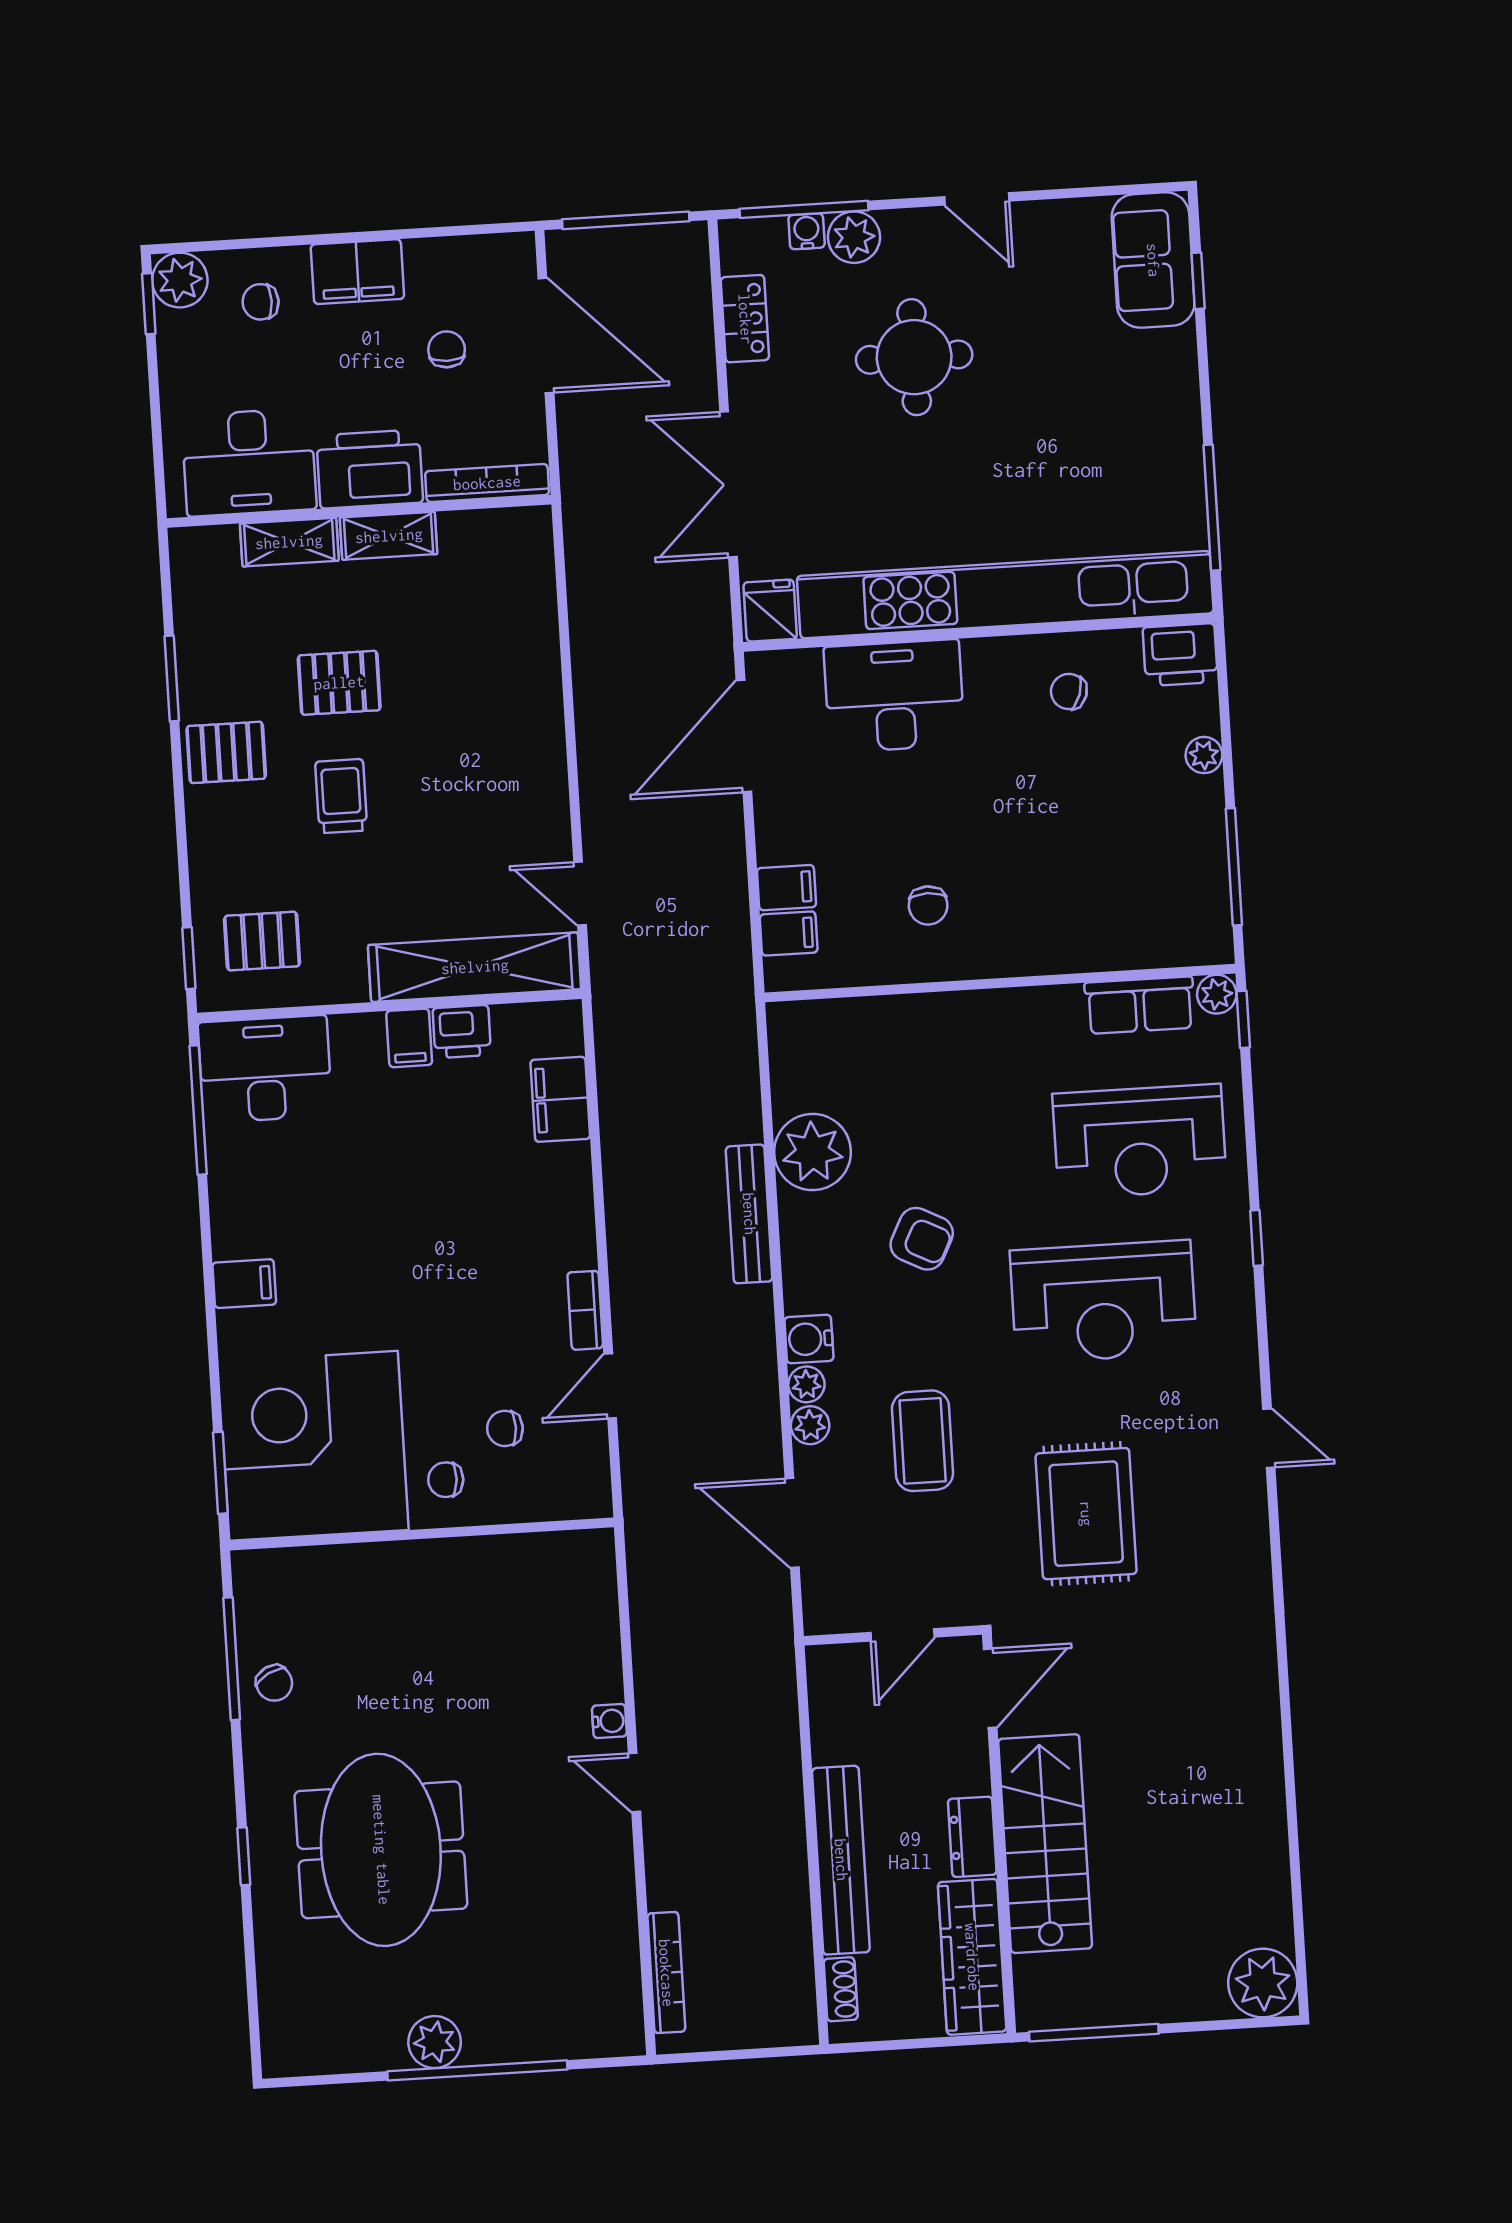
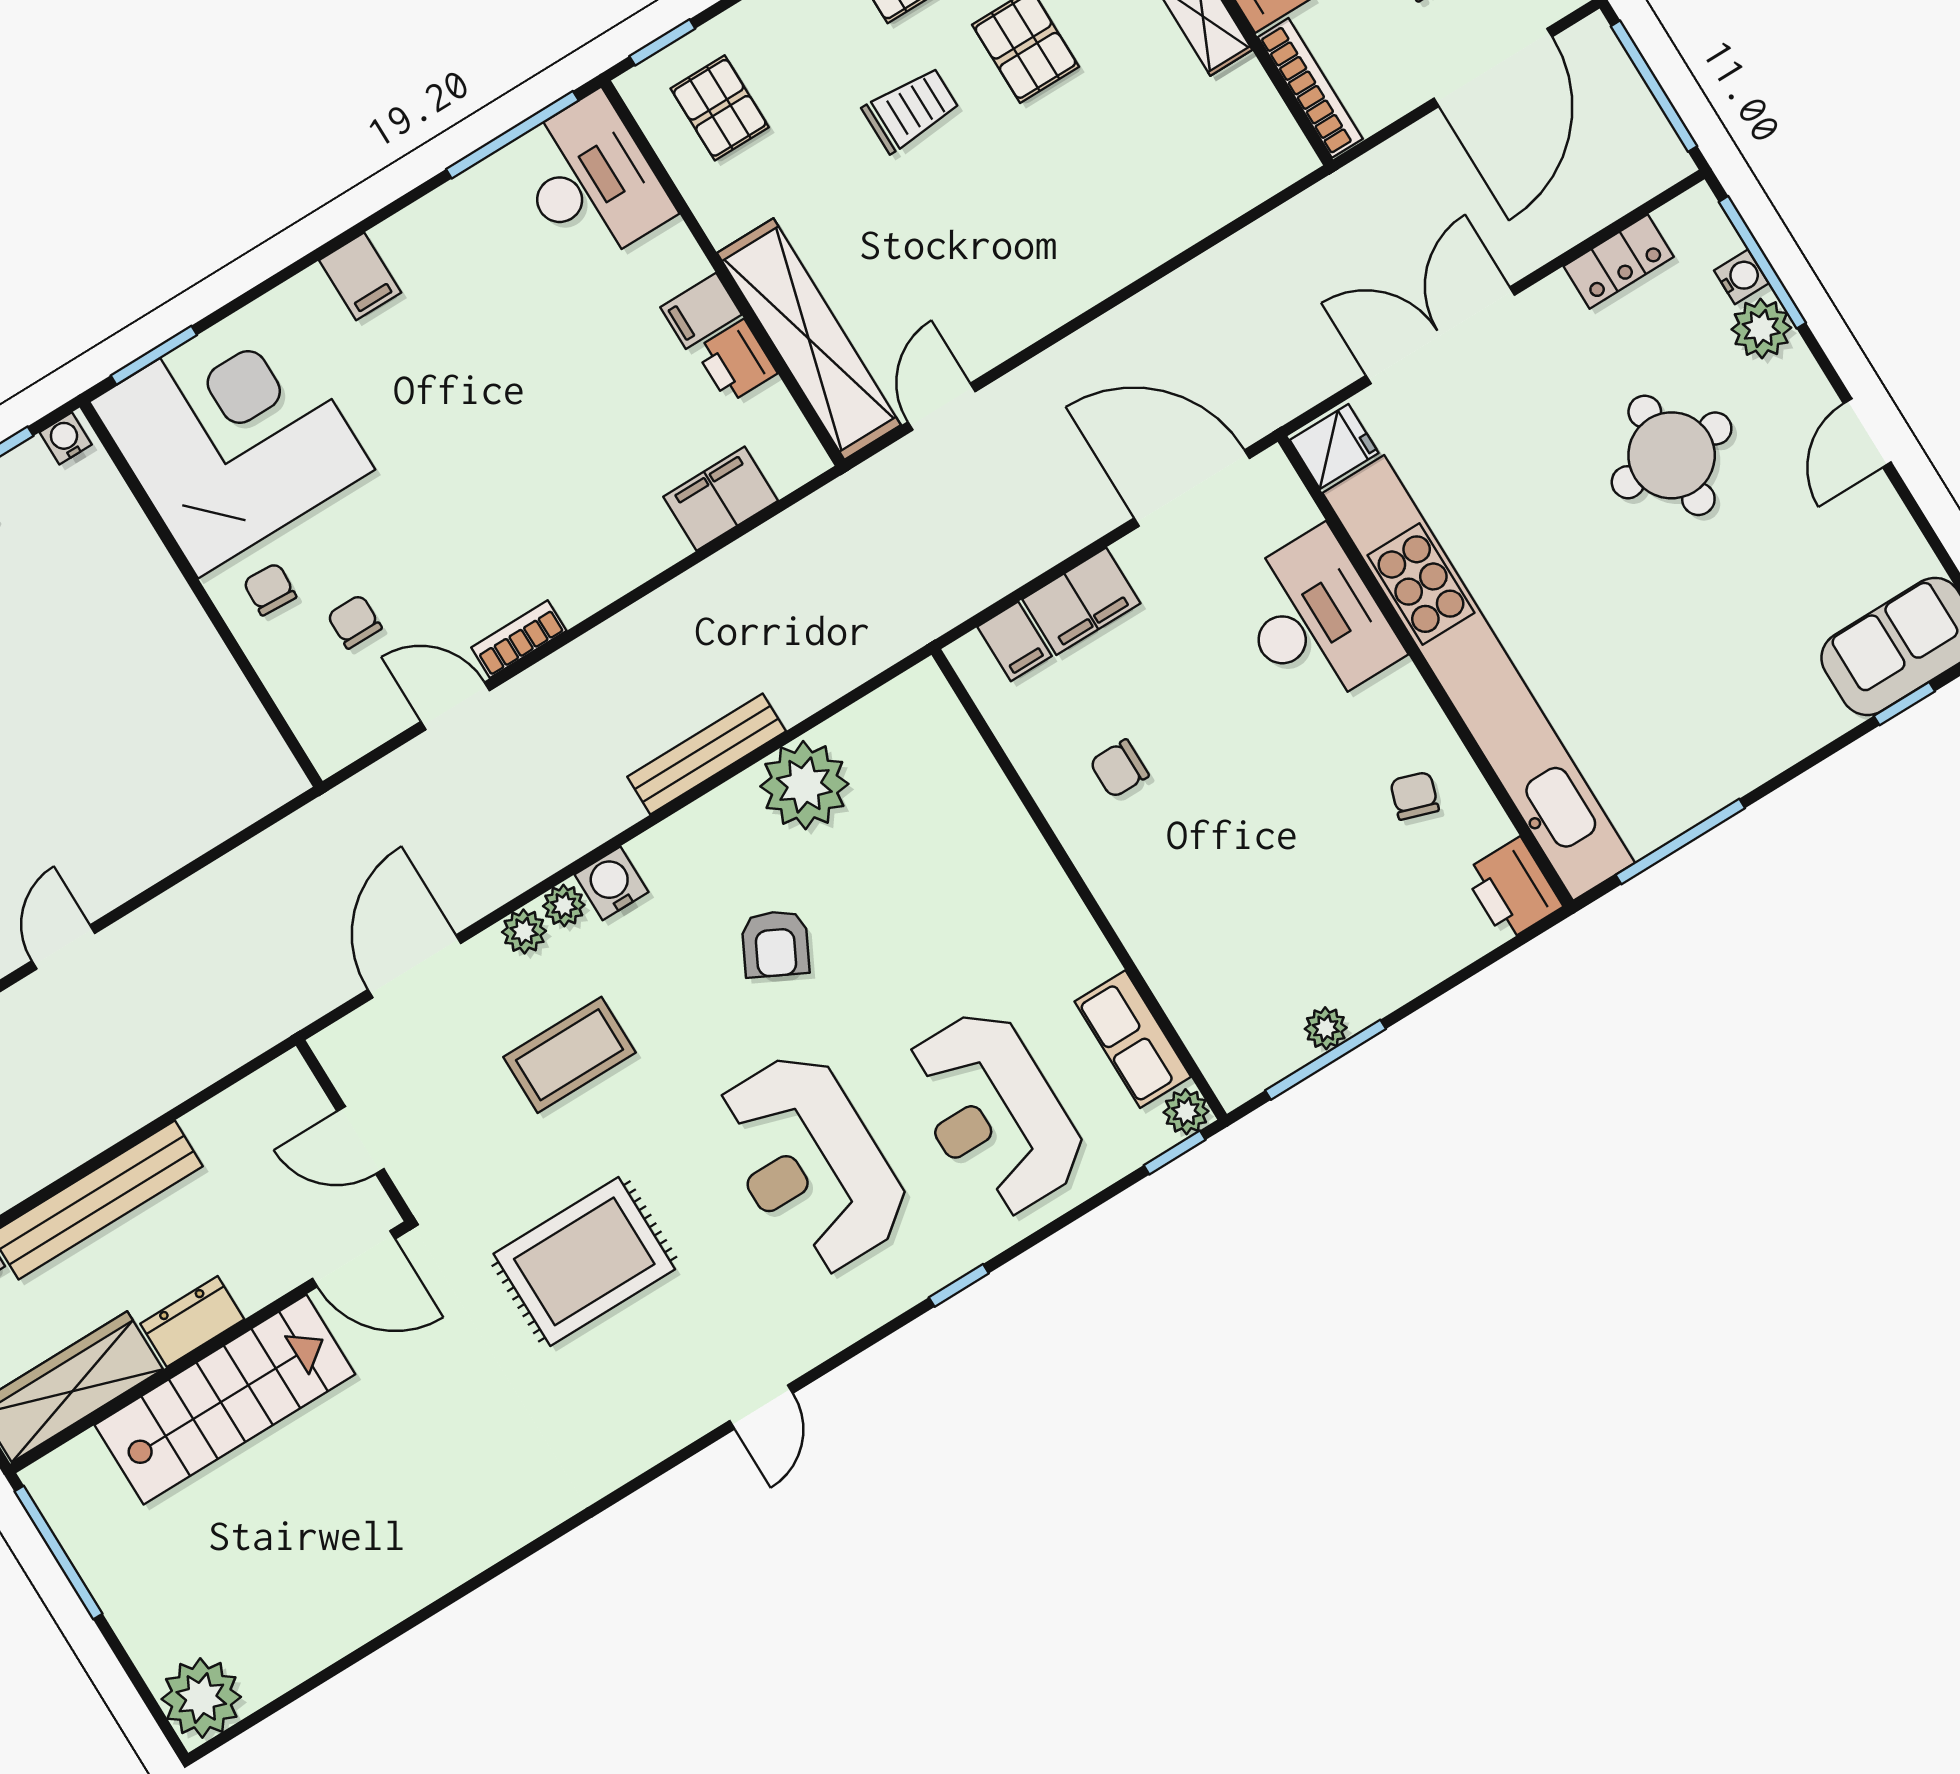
plant: (1204, 755) -> (1326, 1028), moved
filing cabinet: (786, 888) -> (1081, 601), width x2.00
water cooler: (609, 1721) -> (66, 438), moved, turned 180

